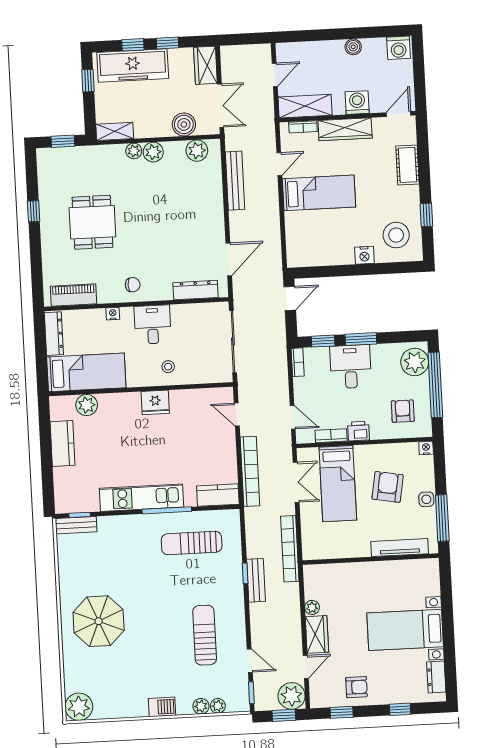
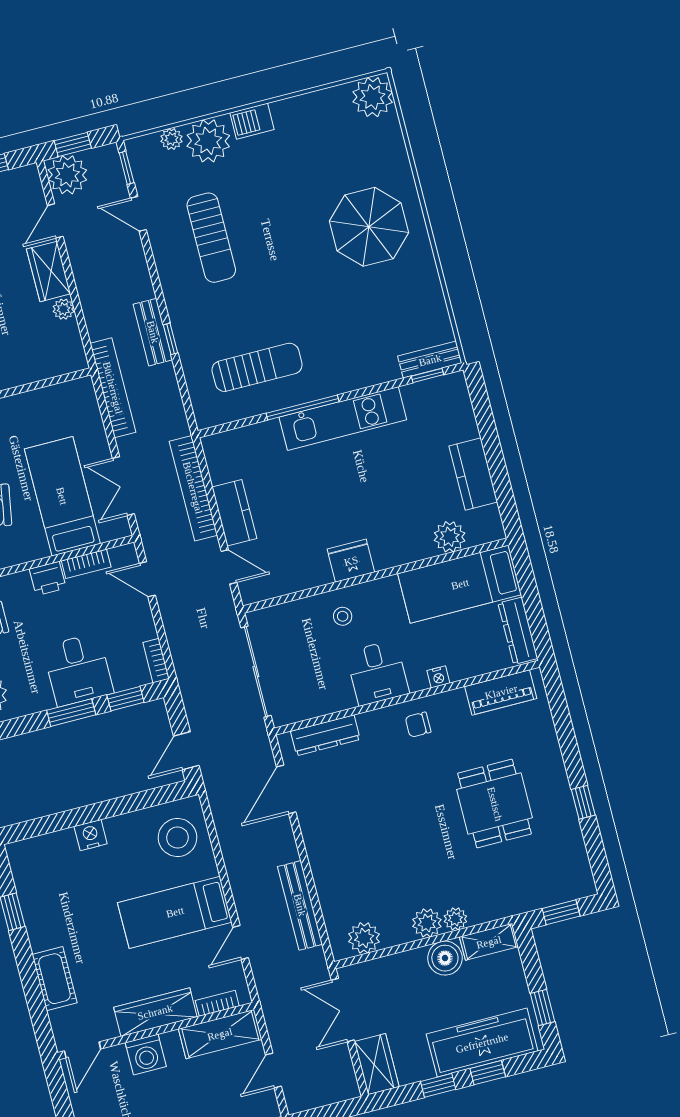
boiler: (184, 124) -> (445, 958), moved
stool: (396, 235) -> (178, 838), moved
kitchen counter: (218, 495) -> (234, 513), moved, turned -90
plant: (201, 706) -> (208, 141), width x1.88, depth x1.88

